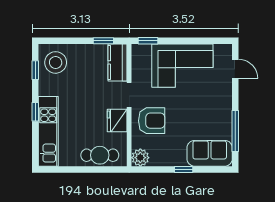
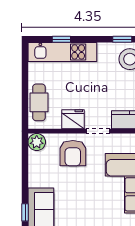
window: (35, 112) -> (61, 39), moved
window: (184, 169) -> (25, 212), moved

